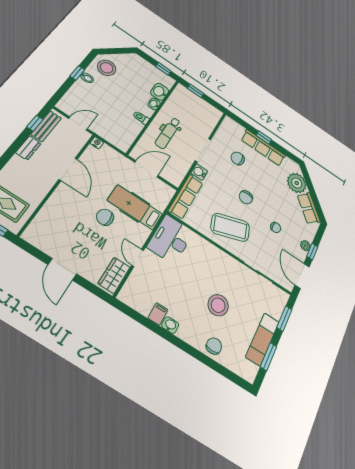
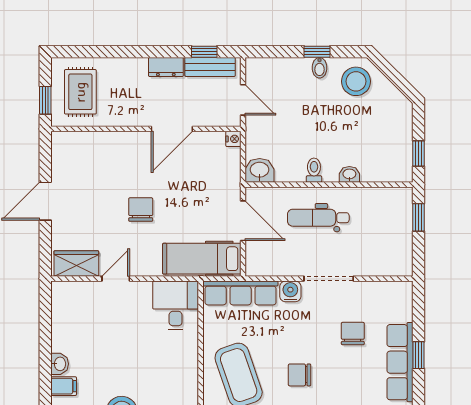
washbasin: (160, 92) -> (260, 170), moved
hospital bed: (135, 207) -> (202, 259), moved, turned -90
desk: (170, 239) -> (176, 305), width x0.73
filing cabinet: (158, 314) -> (64, 386), moved

